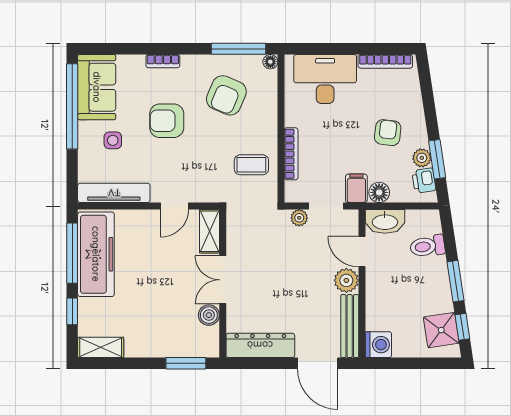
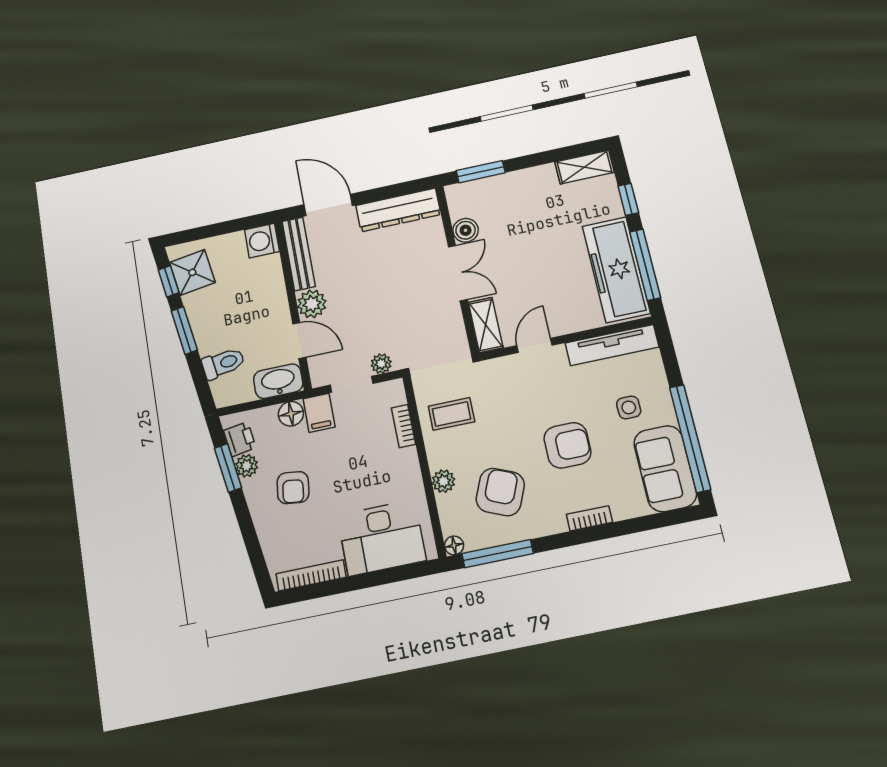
plant: (268, 113) -> (443, 481), added
bookcase: (291, 154) -> (404, 426), width x0.64

